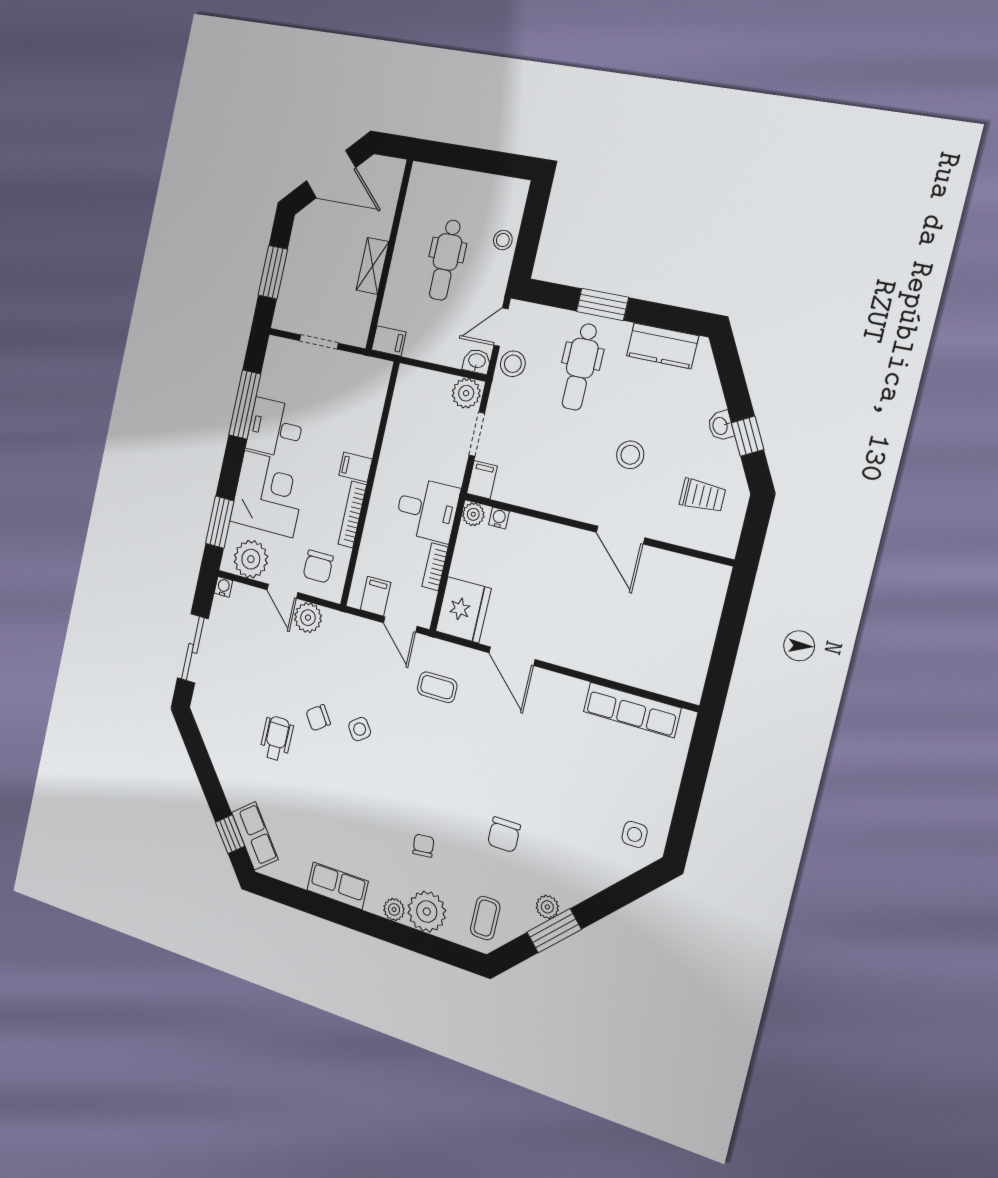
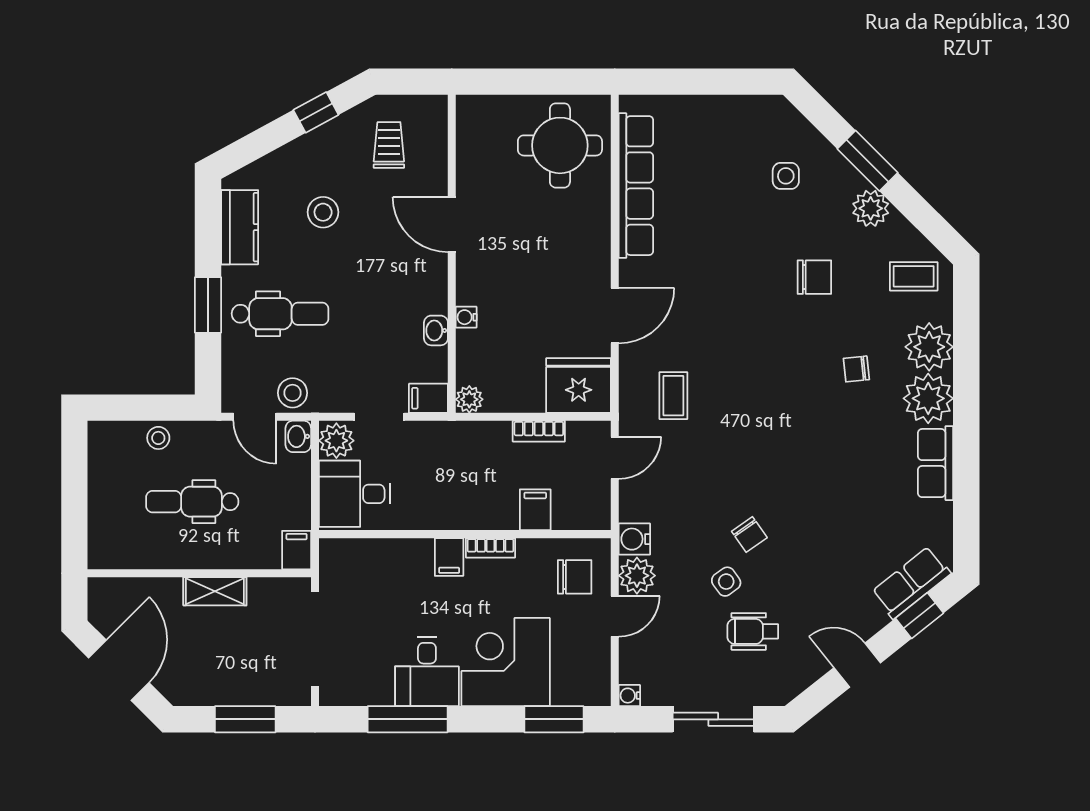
dental chair: (446, 260) -> (192, 502), turned 180
doorway: (319, 342) -> (315, 639), width x1.88
washbasin: (721, 426) -> (436, 330), moved, turned 119
stool: (630, 455) -> (323, 212), moved
desk: (427, 510) -> (355, 494), moved, turned -90
bookcase: (352, 515) -> (490, 548), width x0.64
water cooler: (499, 518) -> (466, 317), moved
door: (620, 535) -> (452, 224), swing flipped
plant: (251, 559) -> (588, 667), removed
filing cabinet: (376, 596) -> (535, 510), moved, turned 90
water cooler: (335, 623) -> (634, 539), added
round table: (666, 648) -> (560, 145), added
row of seats: (632, 710) -> (636, 186), width x1.36
side table: (360, 729) -> (726, 582), moved
wheelchair: (276, 738) -> (753, 631), moved
door: (206, 773) -> (857, 665), added
side table: (635, 834) -> (786, 176), moved
plant: (547, 907) -> (871, 208), width x1.38, depth x1.38
plant: (394, 909) -> (928, 398), width x1.87, depth x1.87
window: (554, 931) -> (868, 161), moved

